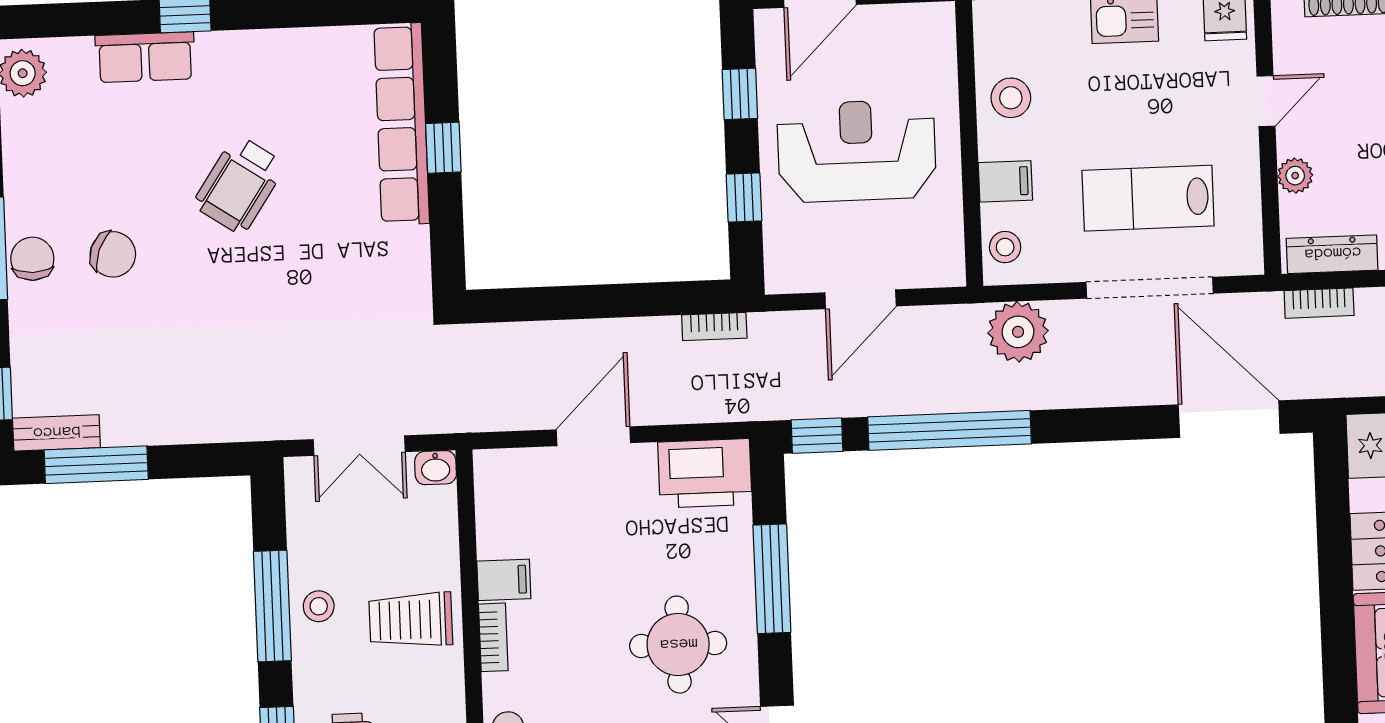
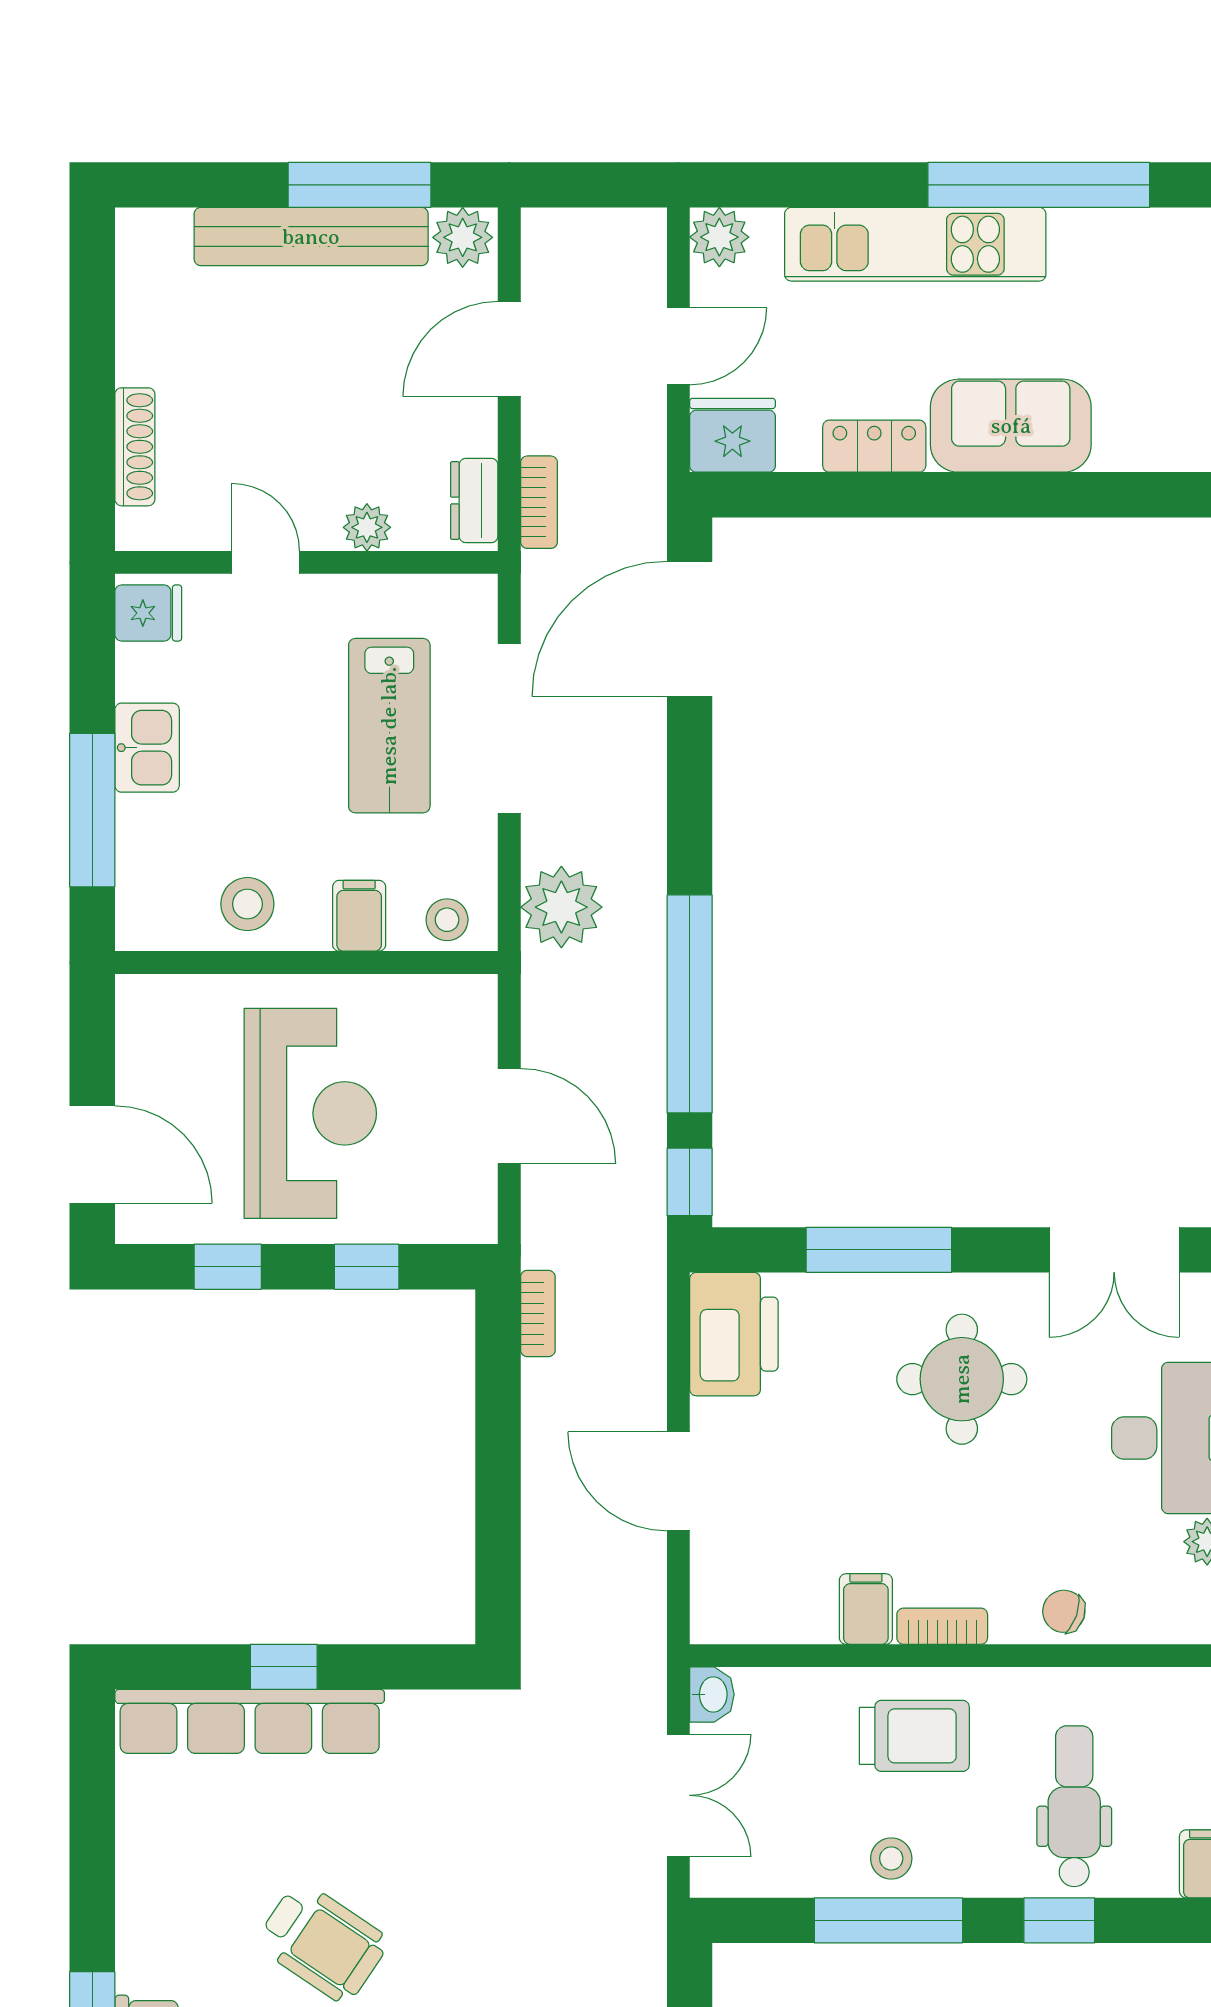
reception desk: (857, 151) -> (310, 1113), turned 180
dresser: (1332, 254) -> (474, 501), width x0.70
trolley: (411, 620) -> (914, 1736), turned -90

